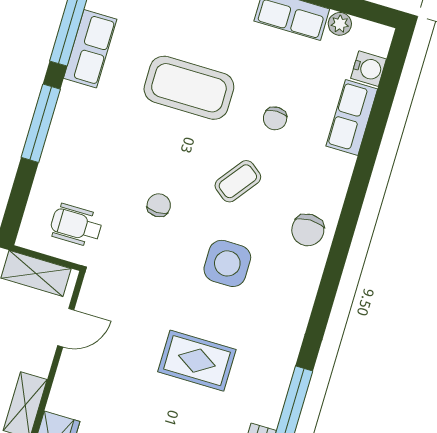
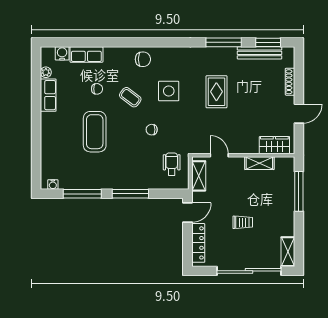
row of seats: (90, 49) -> (90, 181), removed
wheelchair: (76, 225) -> (172, 164), turned 180

